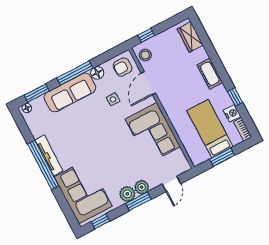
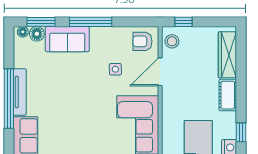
wardrobe: (190, 37) -> (227, 55), width x1.50
floor lamp: (97, 73) -> (37, 34), moved
sofa: (70, 92) -> (67, 39), width x0.73

